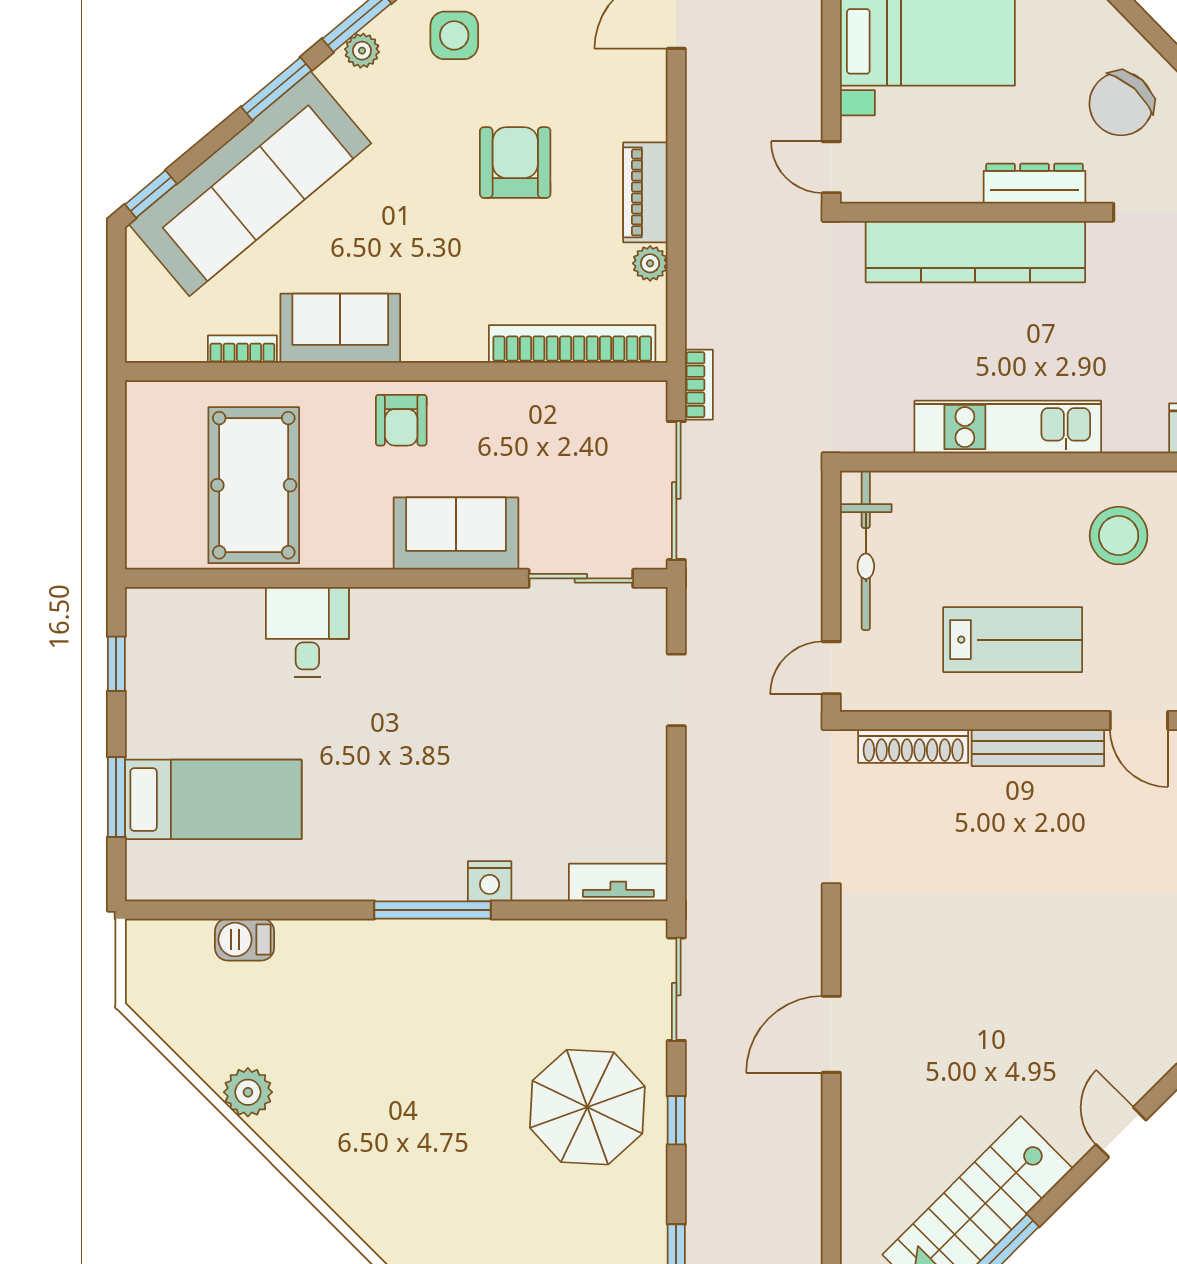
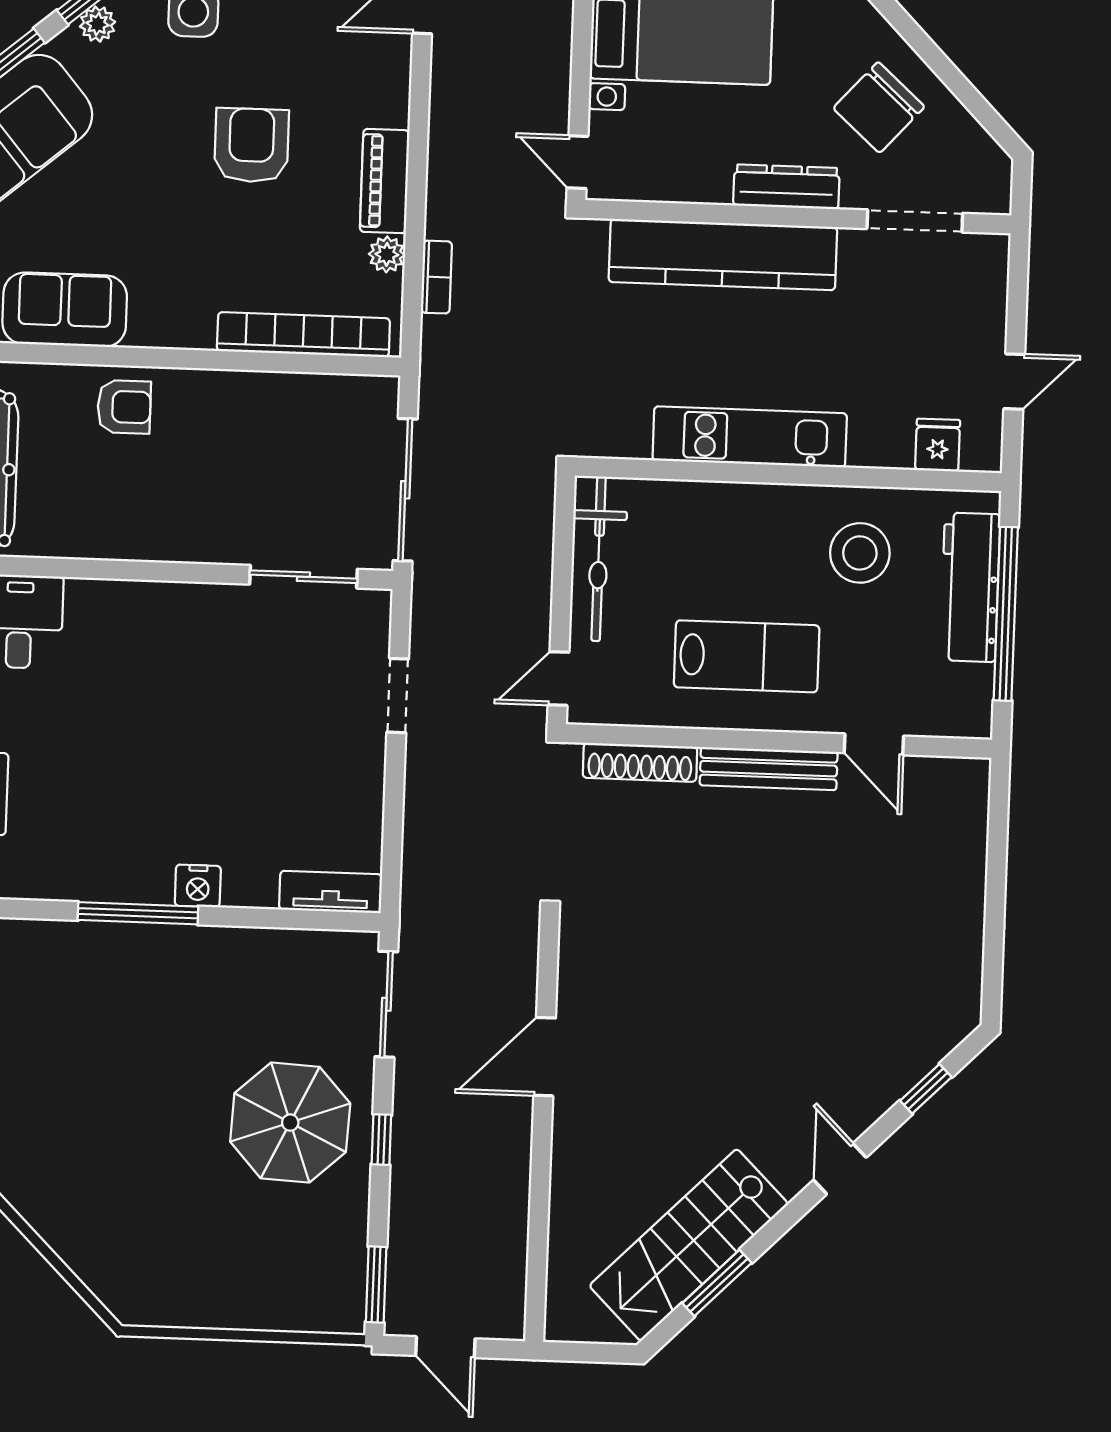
bookcase: (699, 385) -> (436, 277), moved
armchair: (401, 420) -> (124, 407), turned -90
sofa: (456, 534) -> (176, 526), removed

